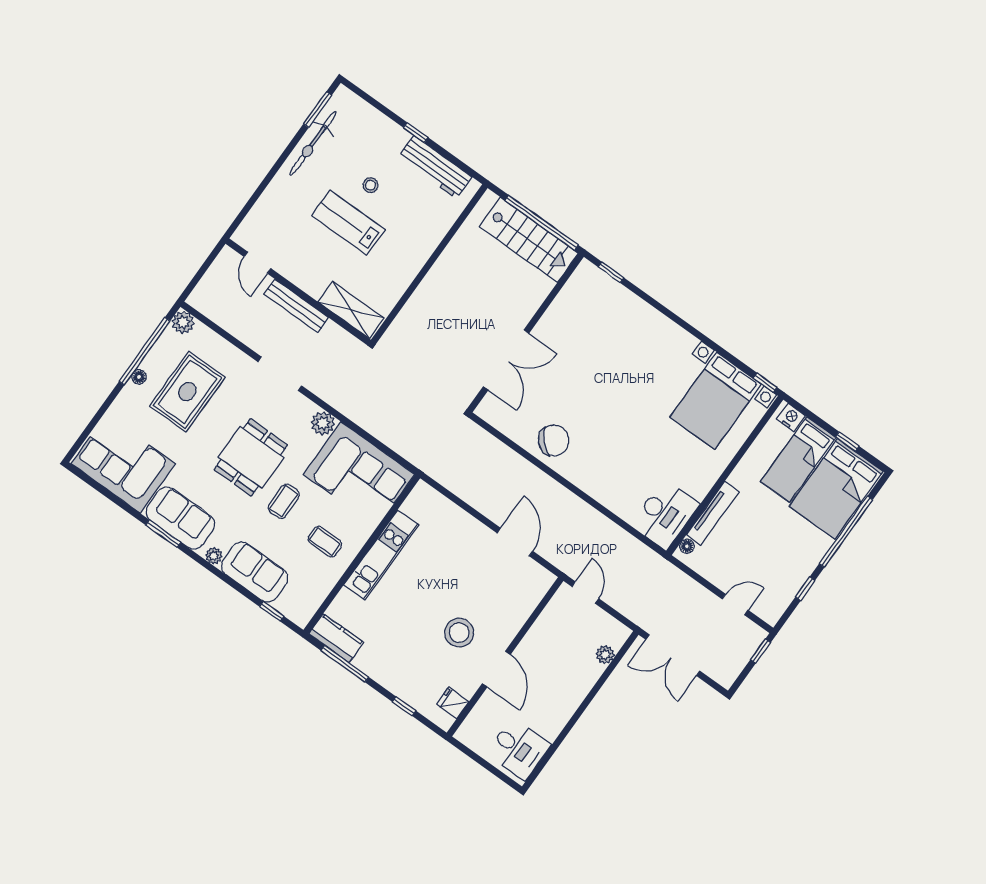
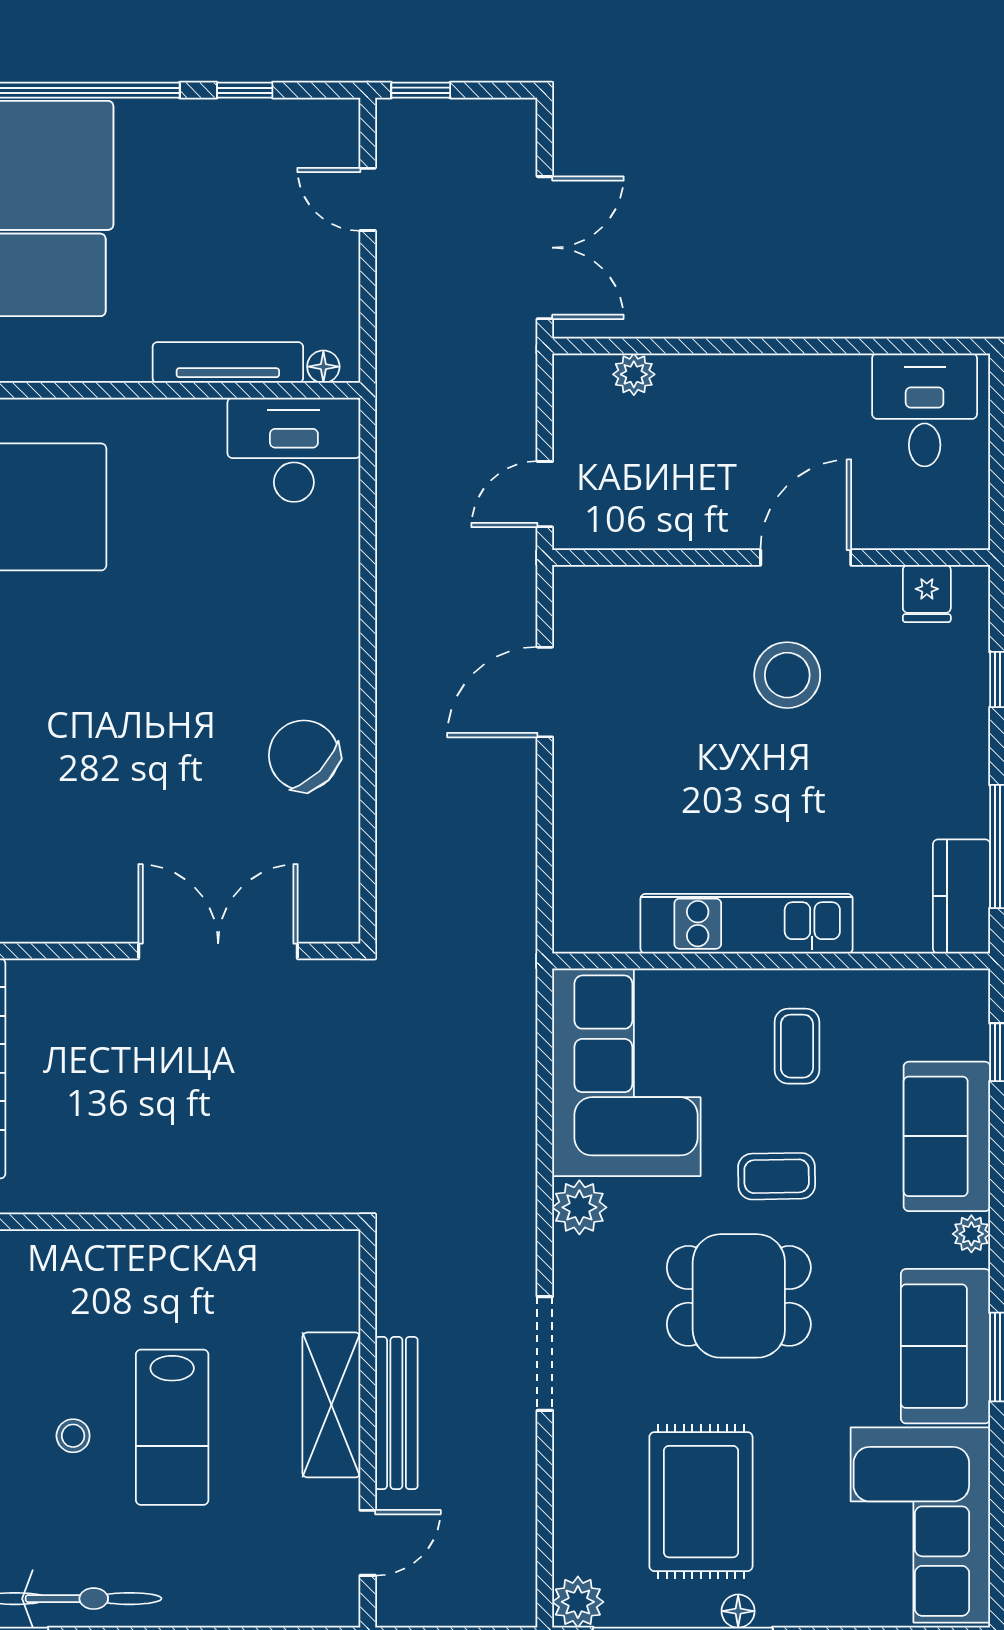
shelving: (351, 310) -> (331, 1405), moved
rug: (187, 392) -> (701, 1502), turned 90

